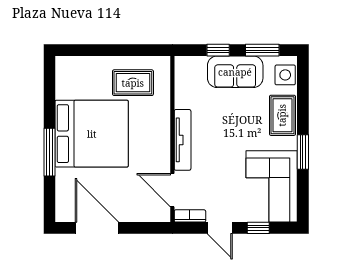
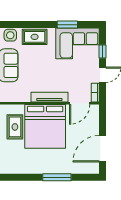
bed: (92, 134) -> (45, 126), moved, turned 180
window: (303, 152) -> (67, 25), moved

